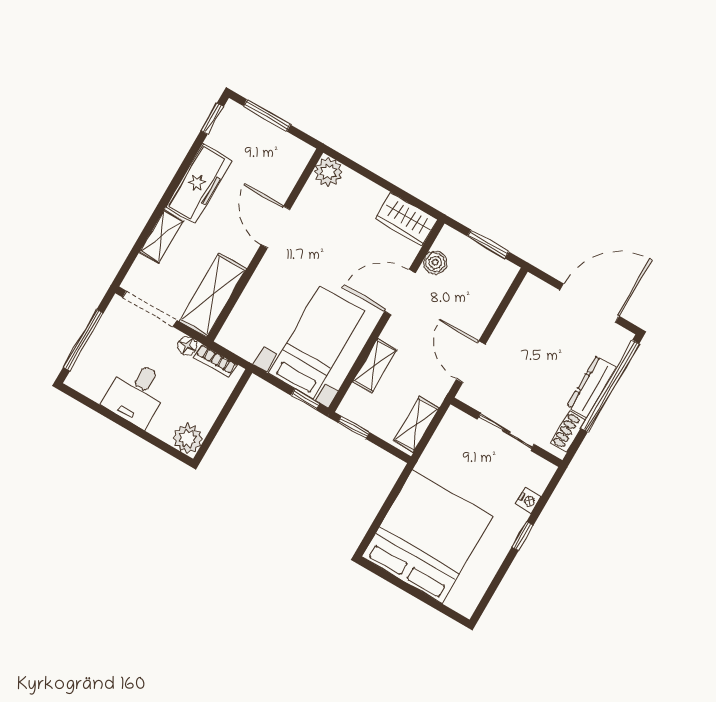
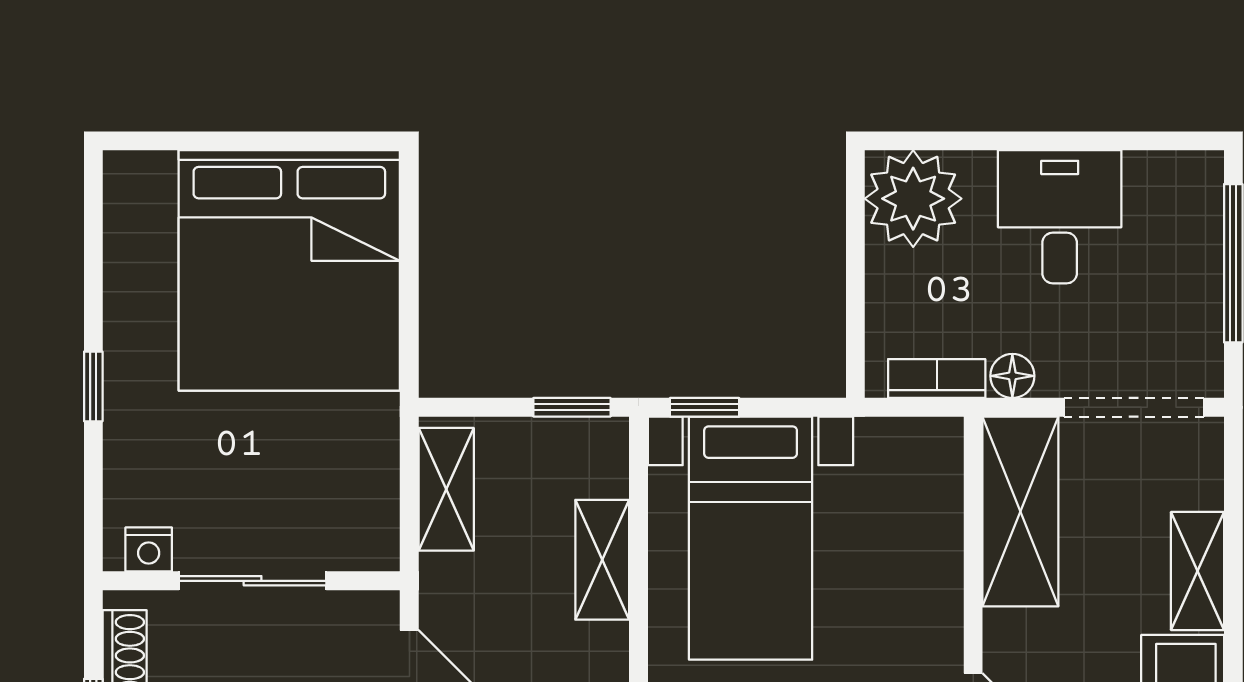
plant: (188, 439) -> (913, 199), width x1.36, depth x1.36
nightstand: (528, 500) -> (149, 549), moved, turned -90

